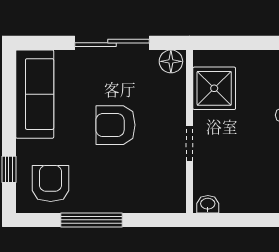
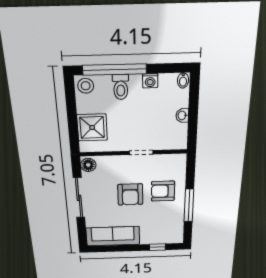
shower: (214, 88) -> (92, 127), moved
armchair: (51, 183) -> (163, 191), moved
washbasin: (208, 204) -> (182, 115), moved

